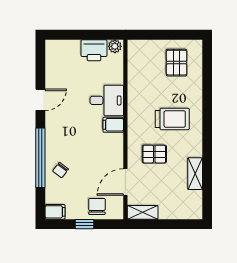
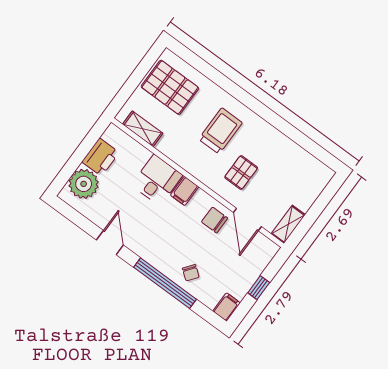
plant: (115, 46) -> (84, 184), moved, width x1.88, depth x1.88
pallet: (177, 63) -> (170, 87), width x1.50, depth x1.42
shelving: (195, 174) -> (143, 129), moved
chair: (97, 206) -> (215, 220), moved

